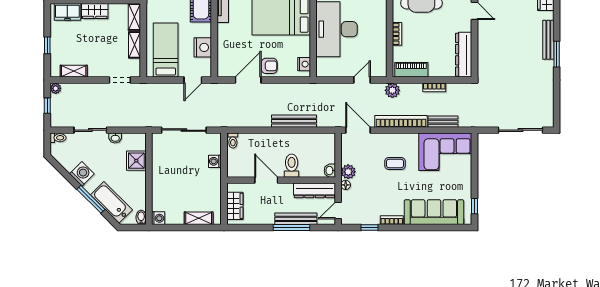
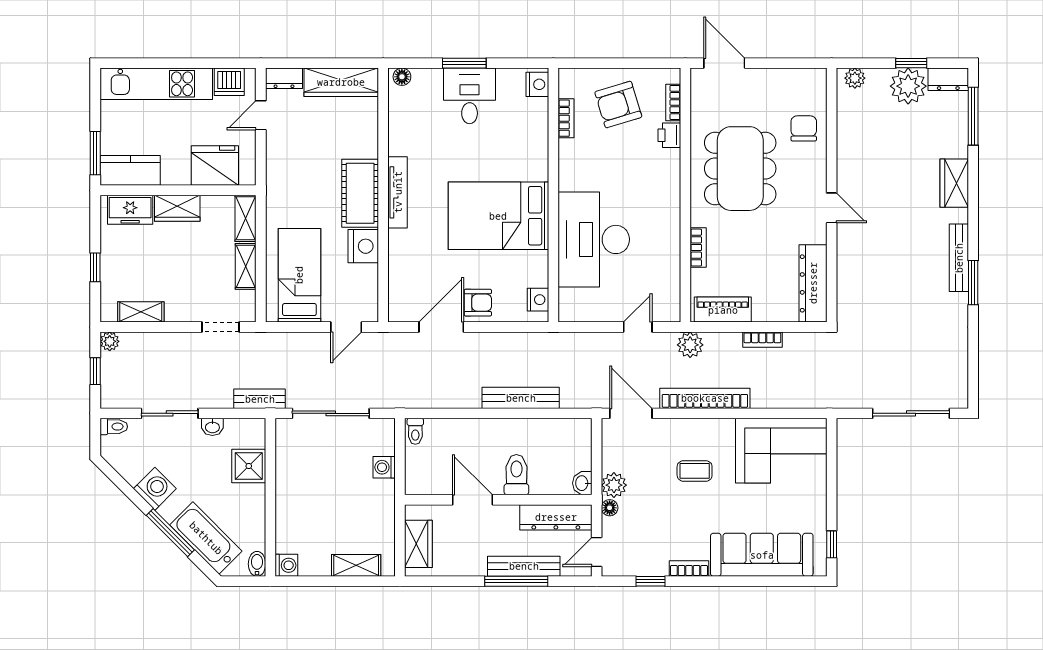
nightstand: (203, 47) -> (363, 246), moved
bench: (443, 122) -> (260, 399), moved

